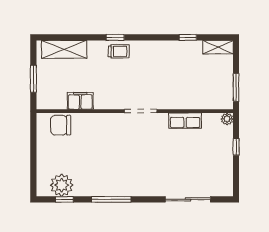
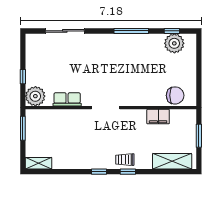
window: (188, 37) -> (99, 172), moved
plant: (227, 119) -> (35, 96), width x1.87, depth x1.87

